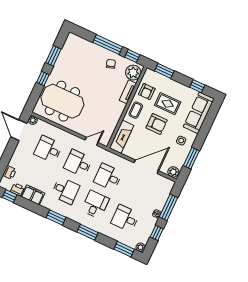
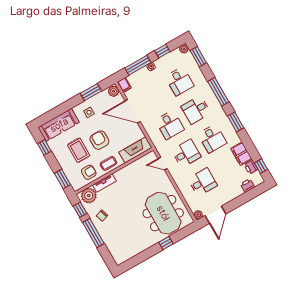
window: (53, 56) -> (144, 255), removed
desk: (48, 149) -> (203, 182), turned -90
desk: (78, 163) -> (186, 153), turned -90
filing cabinet: (168, 183) -> (124, 85), added
desk: (65, 191) -> (212, 138), turned 180
window: (88, 232) -> (218, 92), width x1.44

